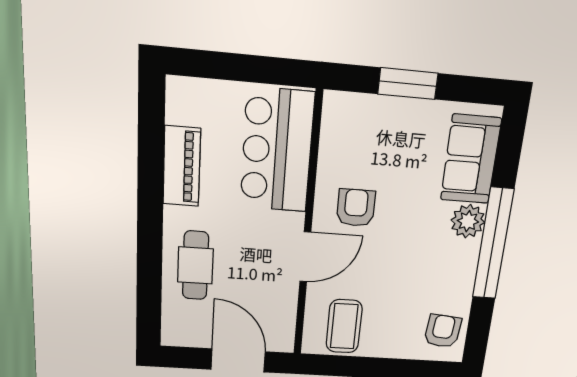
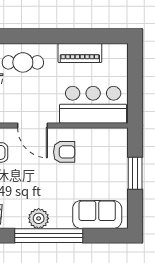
plant: (468, 221) -> (39, 218), moved

